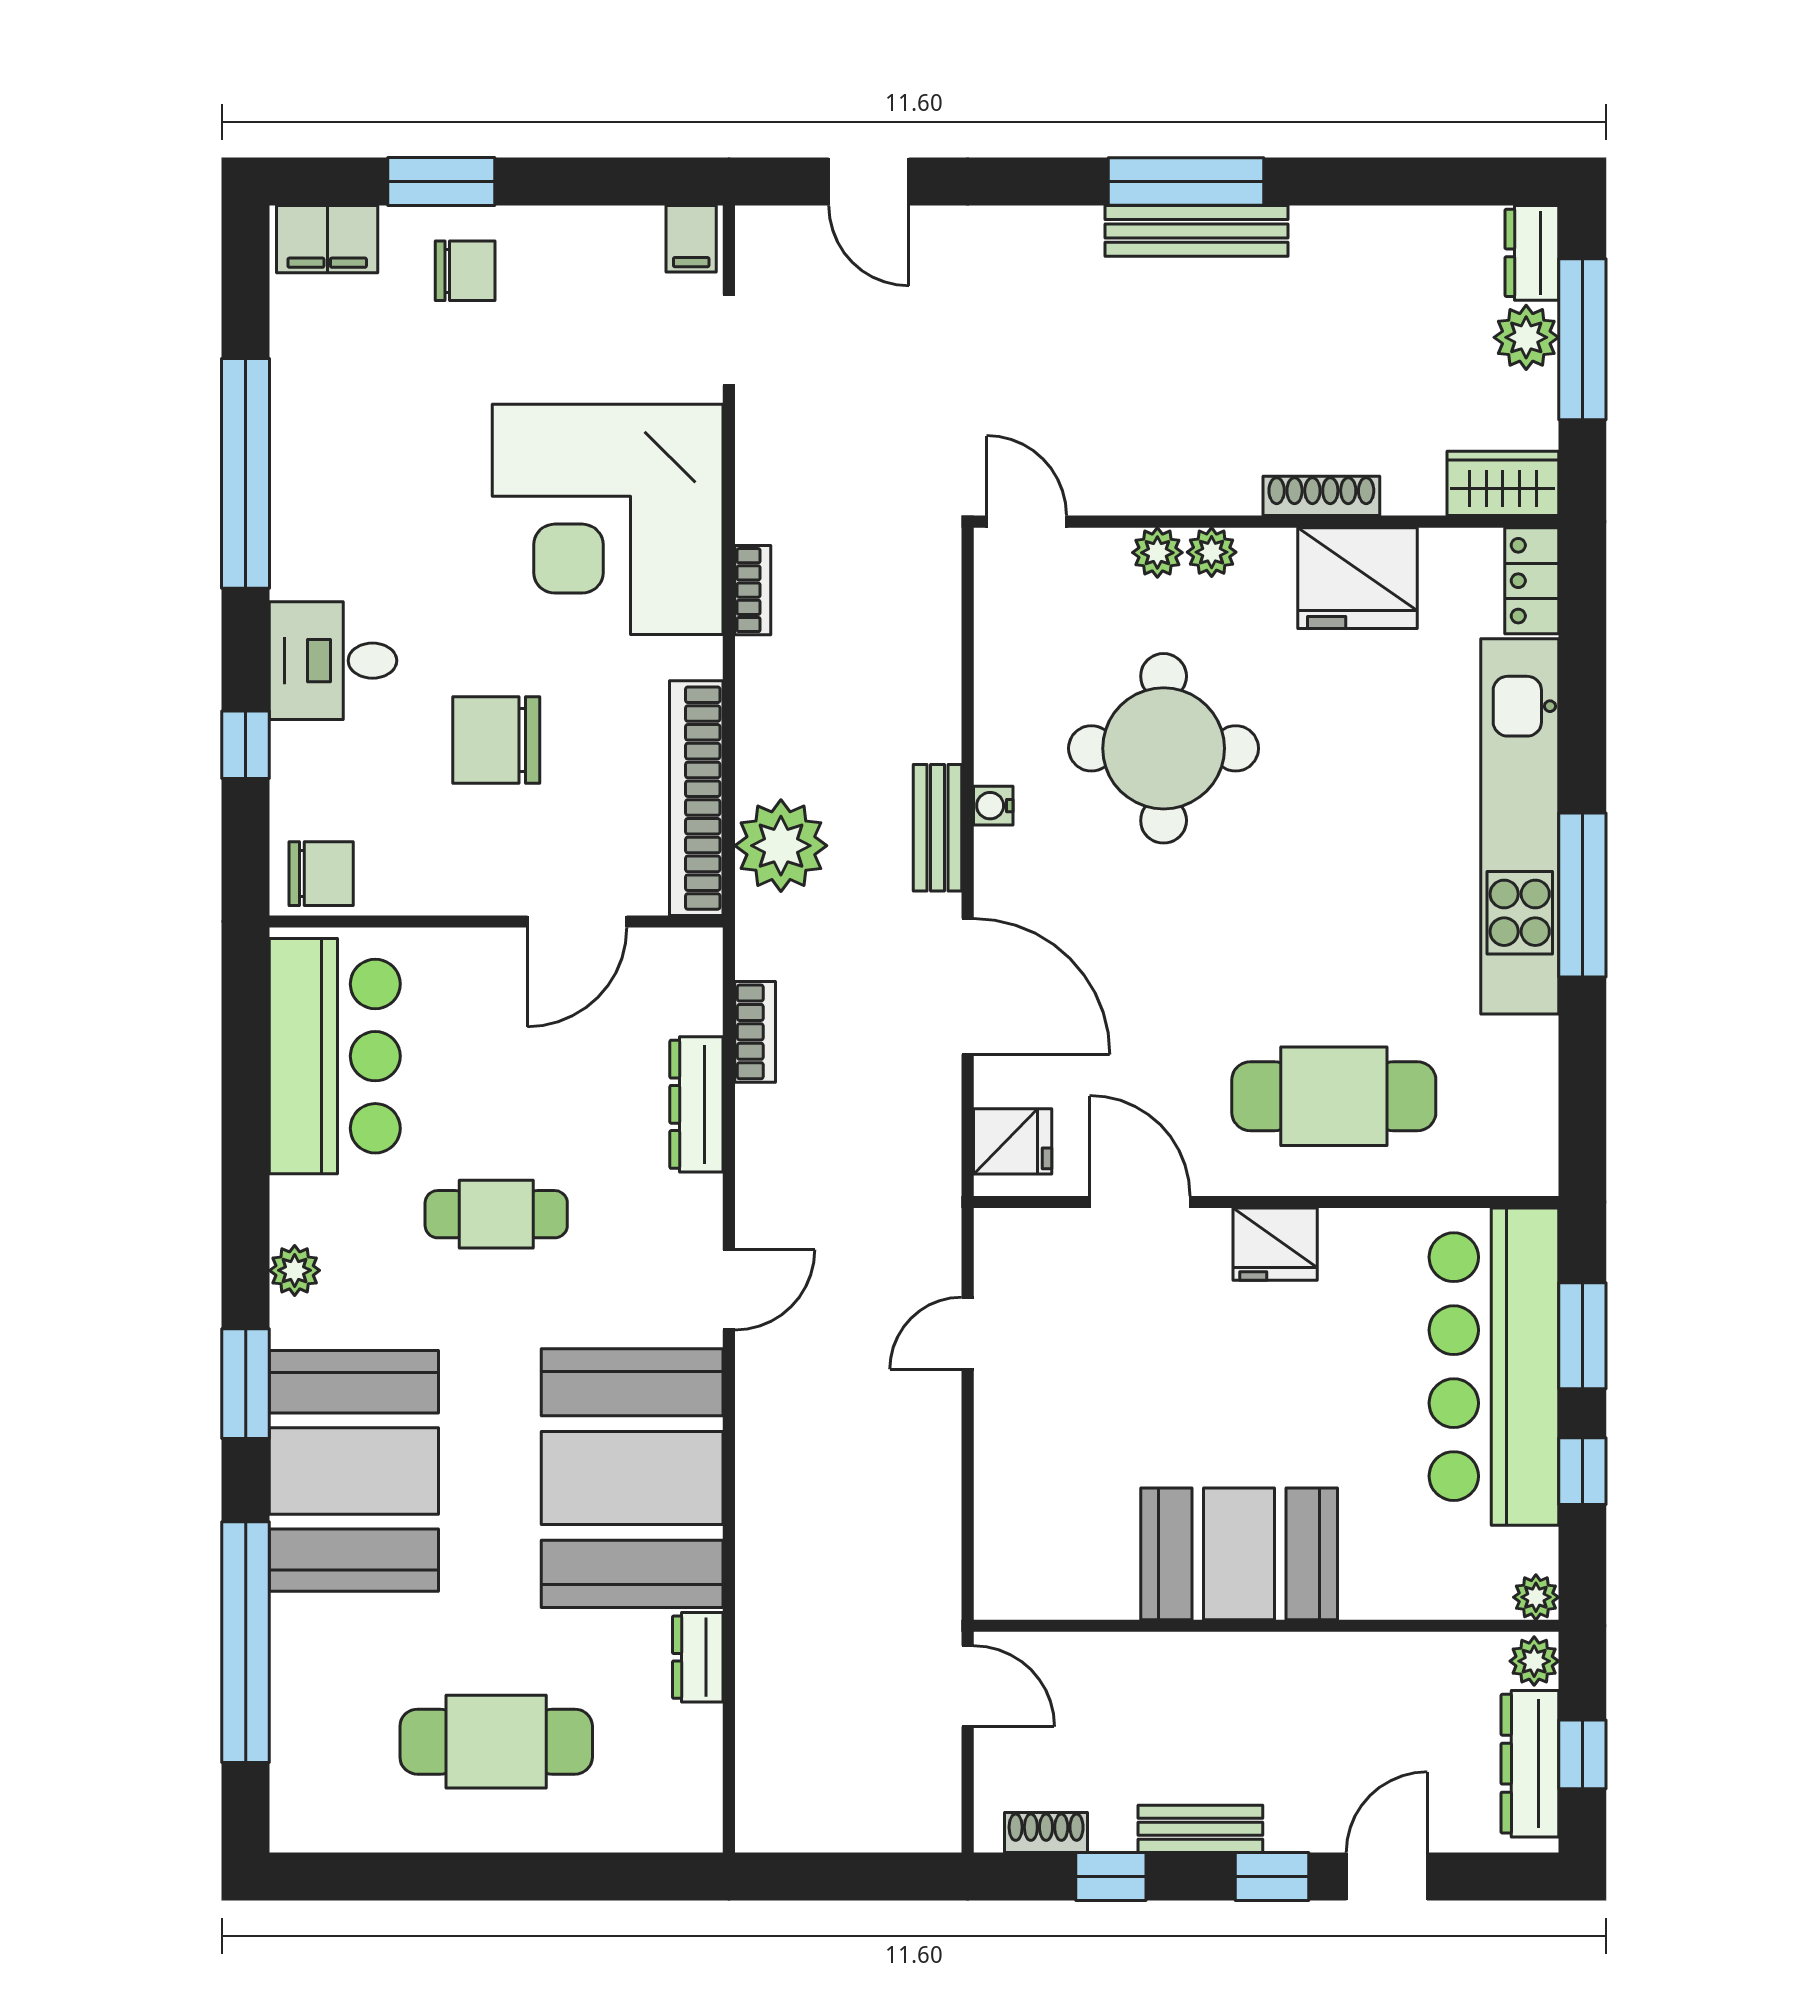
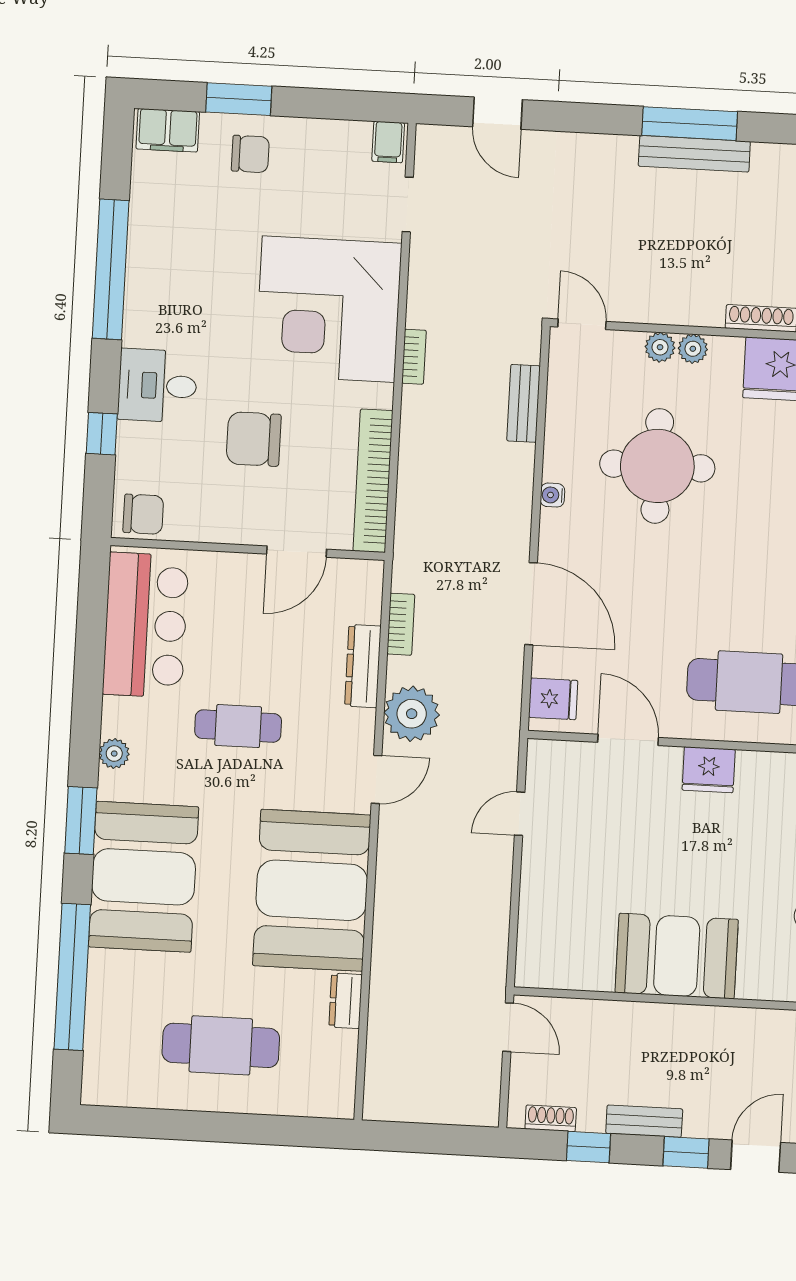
bench: (937, 828) -> (524, 403), moved
plant: (781, 846) -> (412, 714), moved

